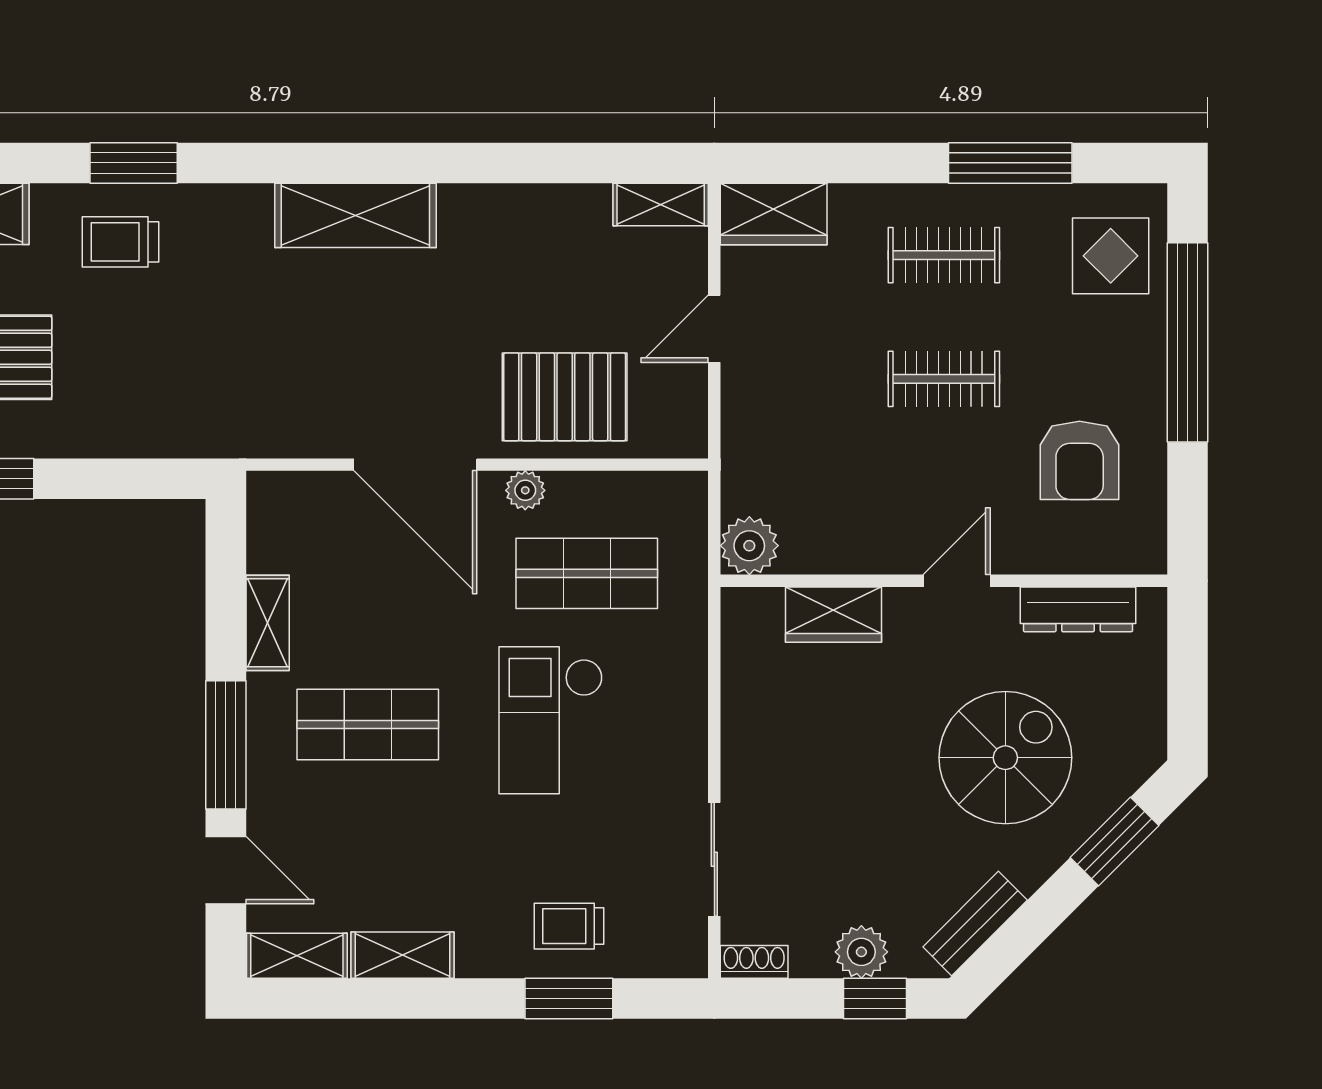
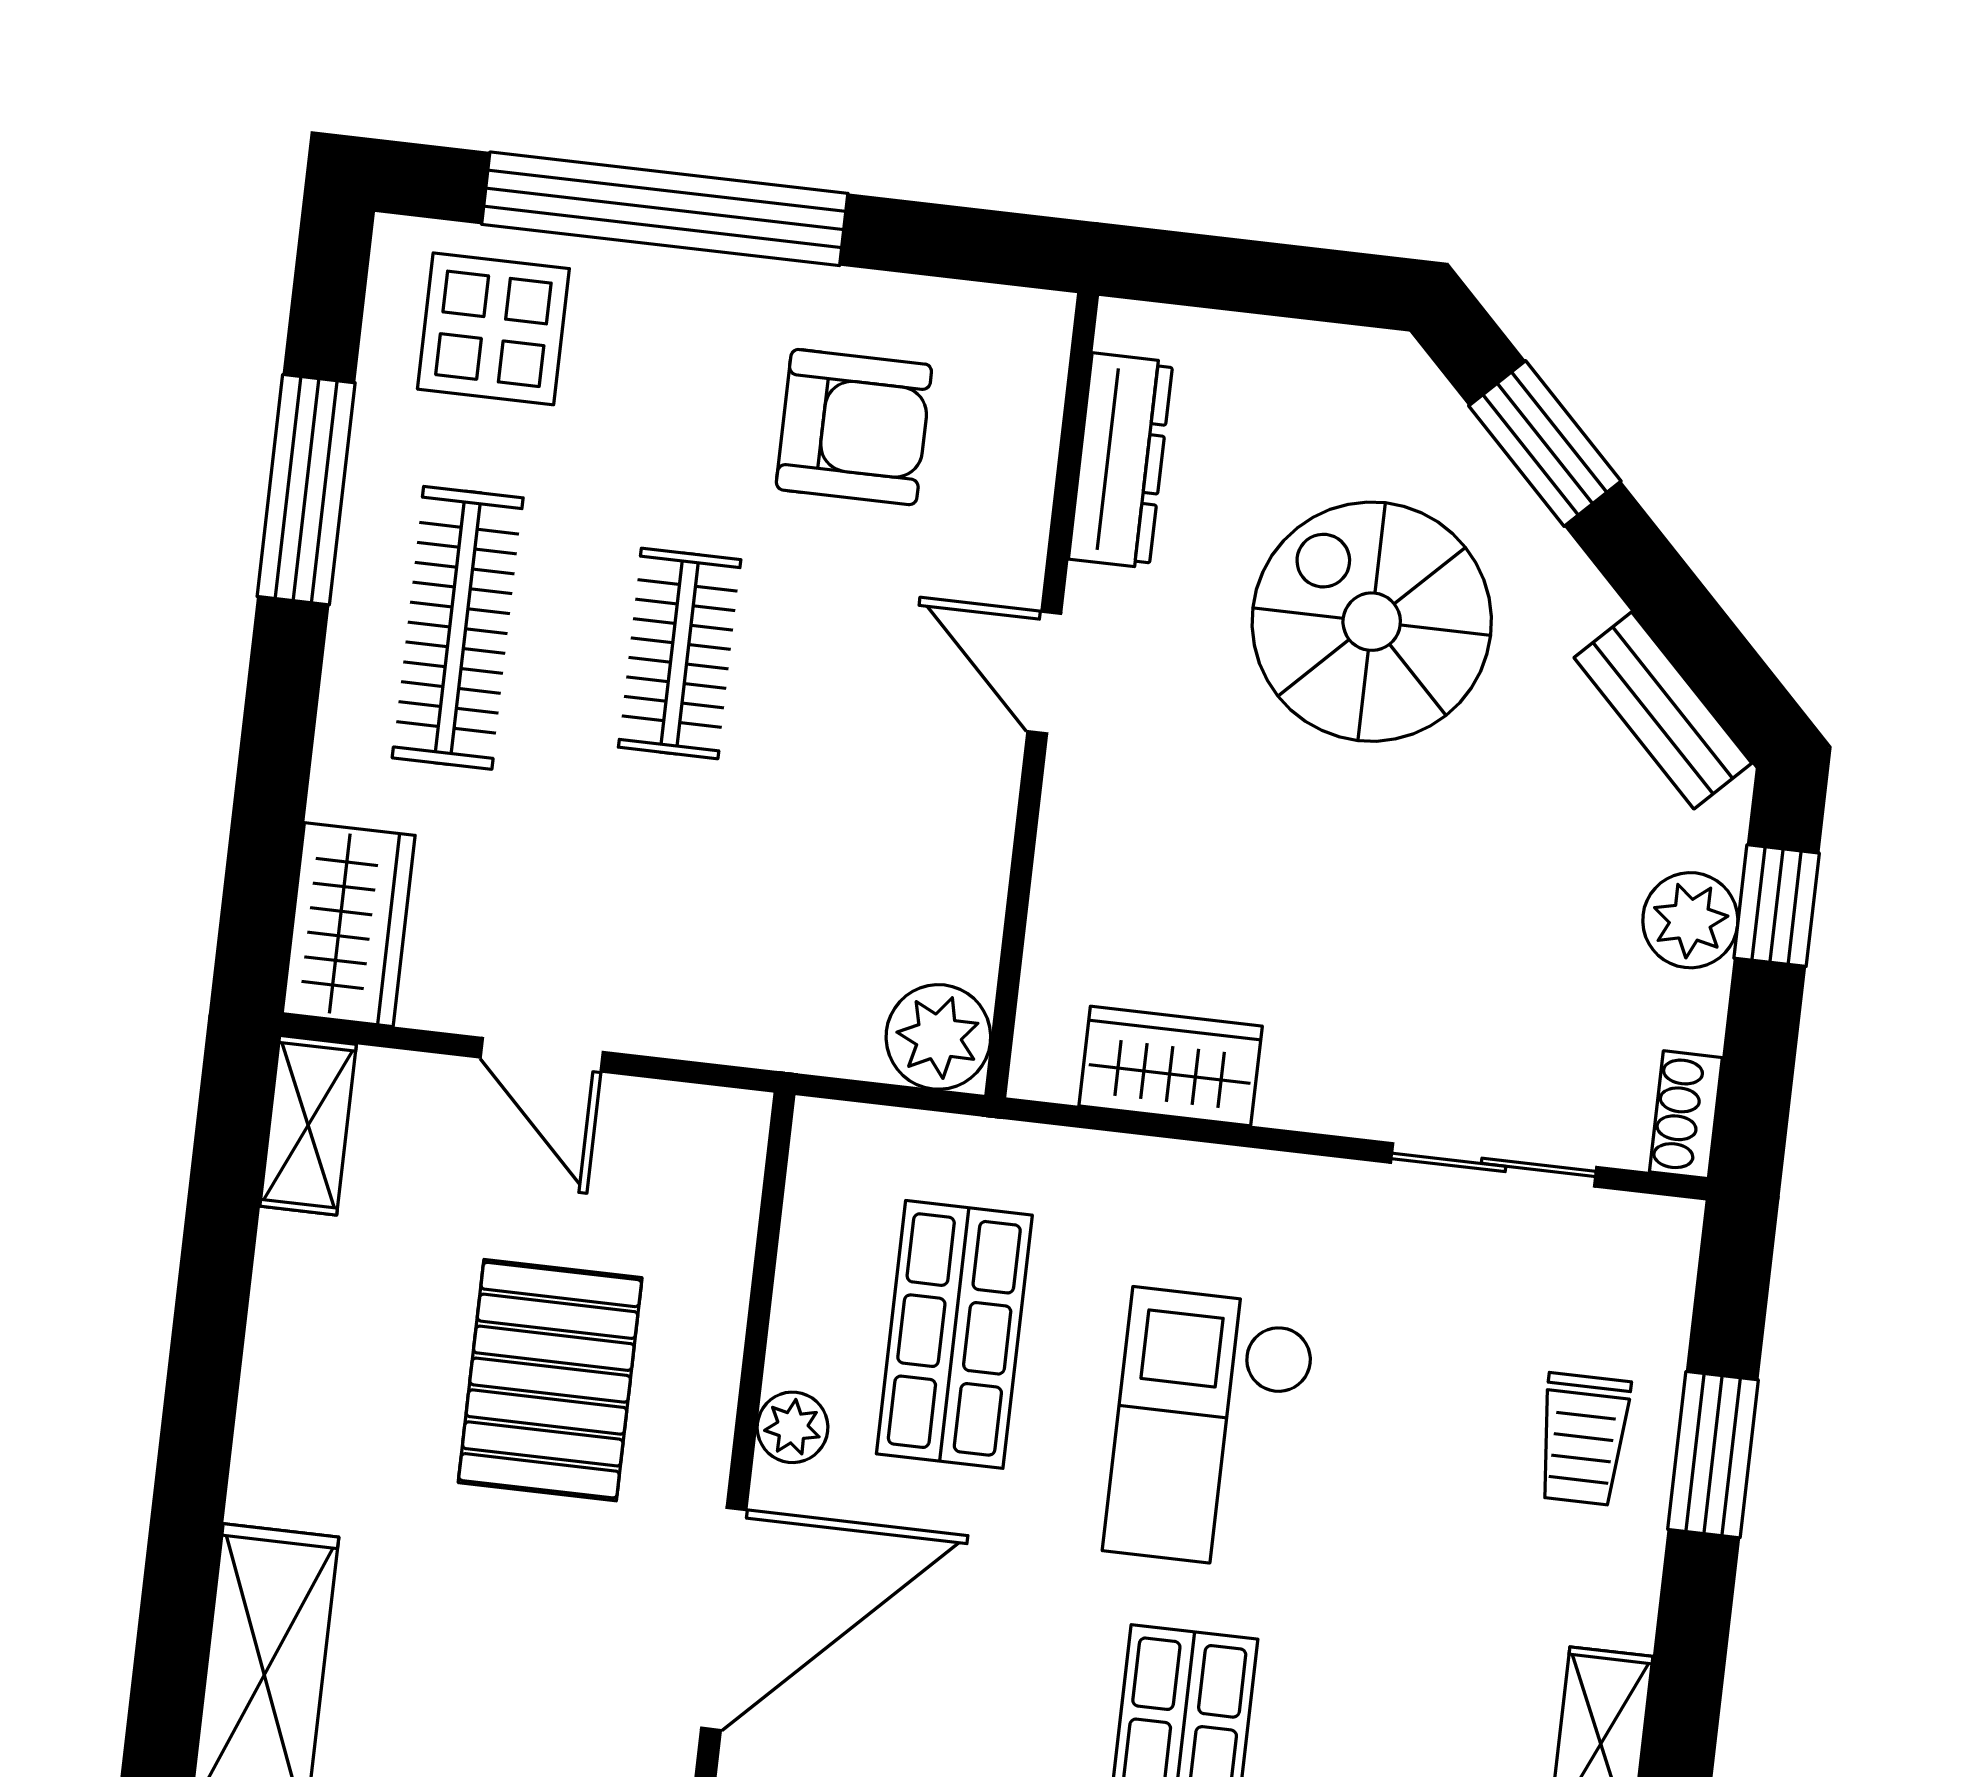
clothes rail: (944, 255) -> (458, 628), width x1.36
pallet: (565, 397) -> (550, 1380), moved
wardrobe: (834, 615) -> (1171, 1066), moved, turned -90
checkout: (551, 720) -> (1210, 1429), turned 90

